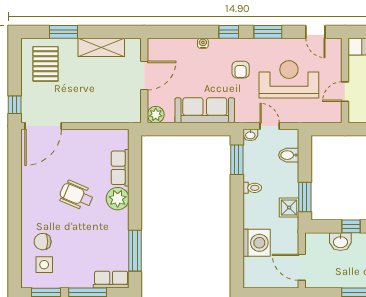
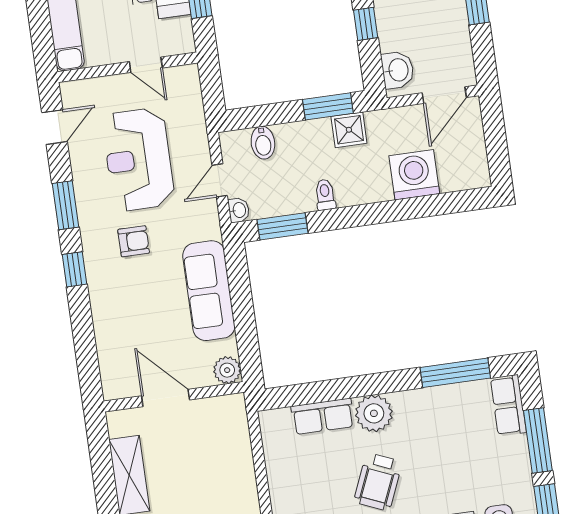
water cooler: (203, 43) -> (99, 309), removed
washbasin: (340, 242) -> (398, 70), moved

